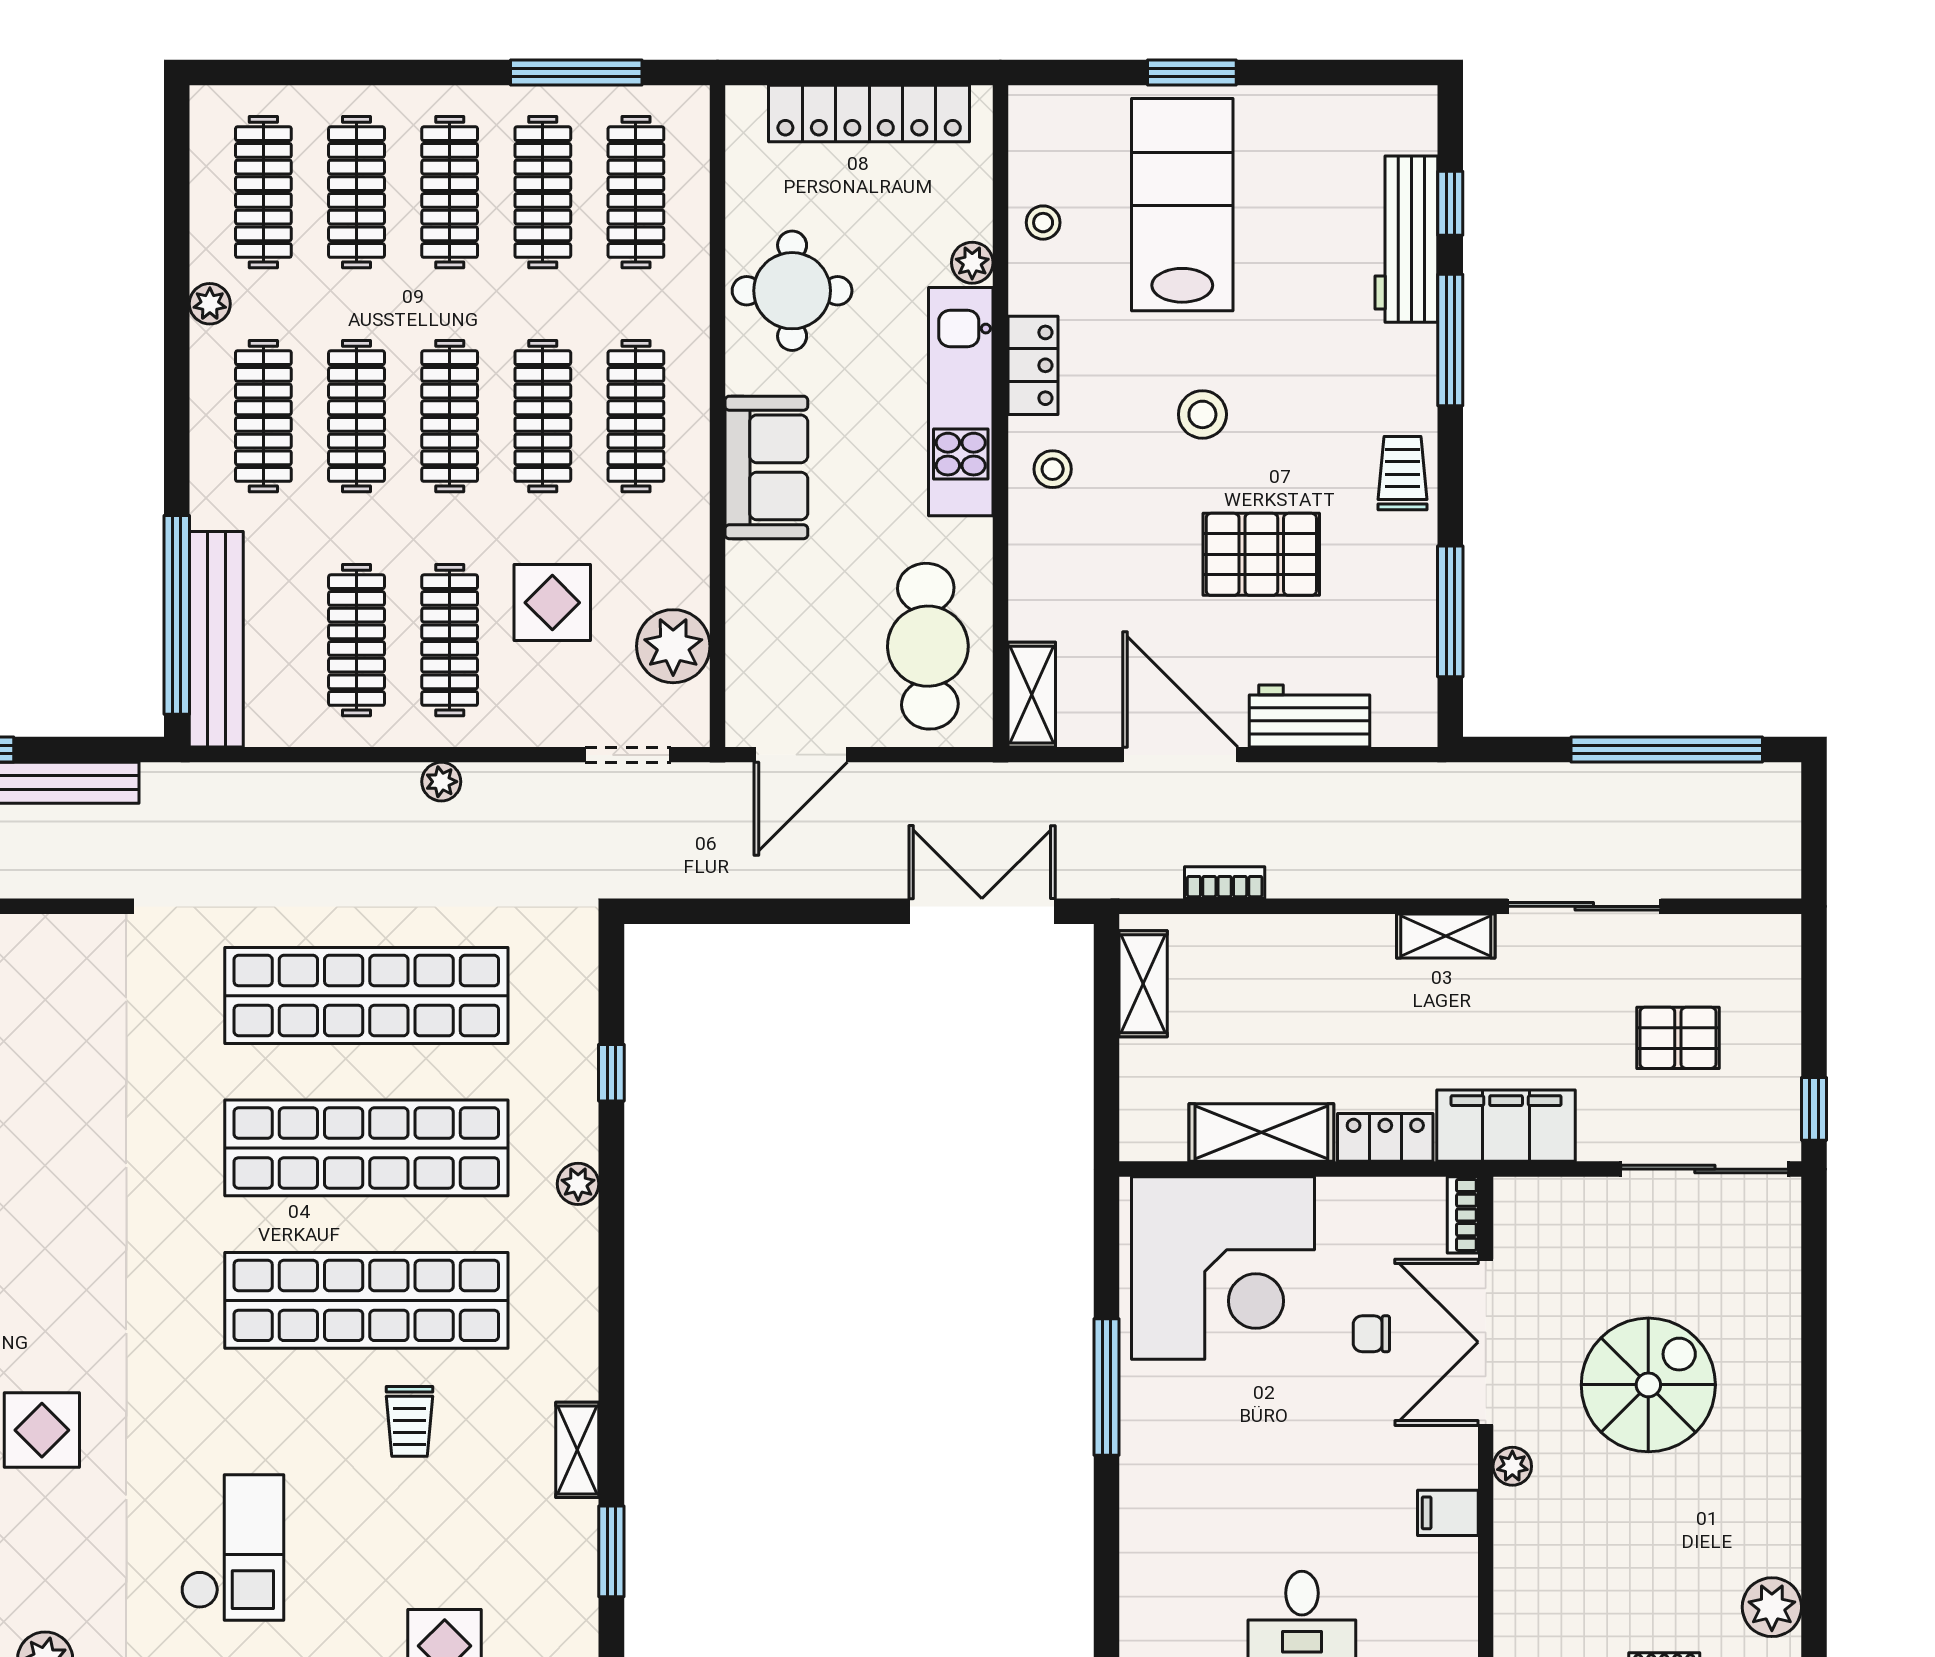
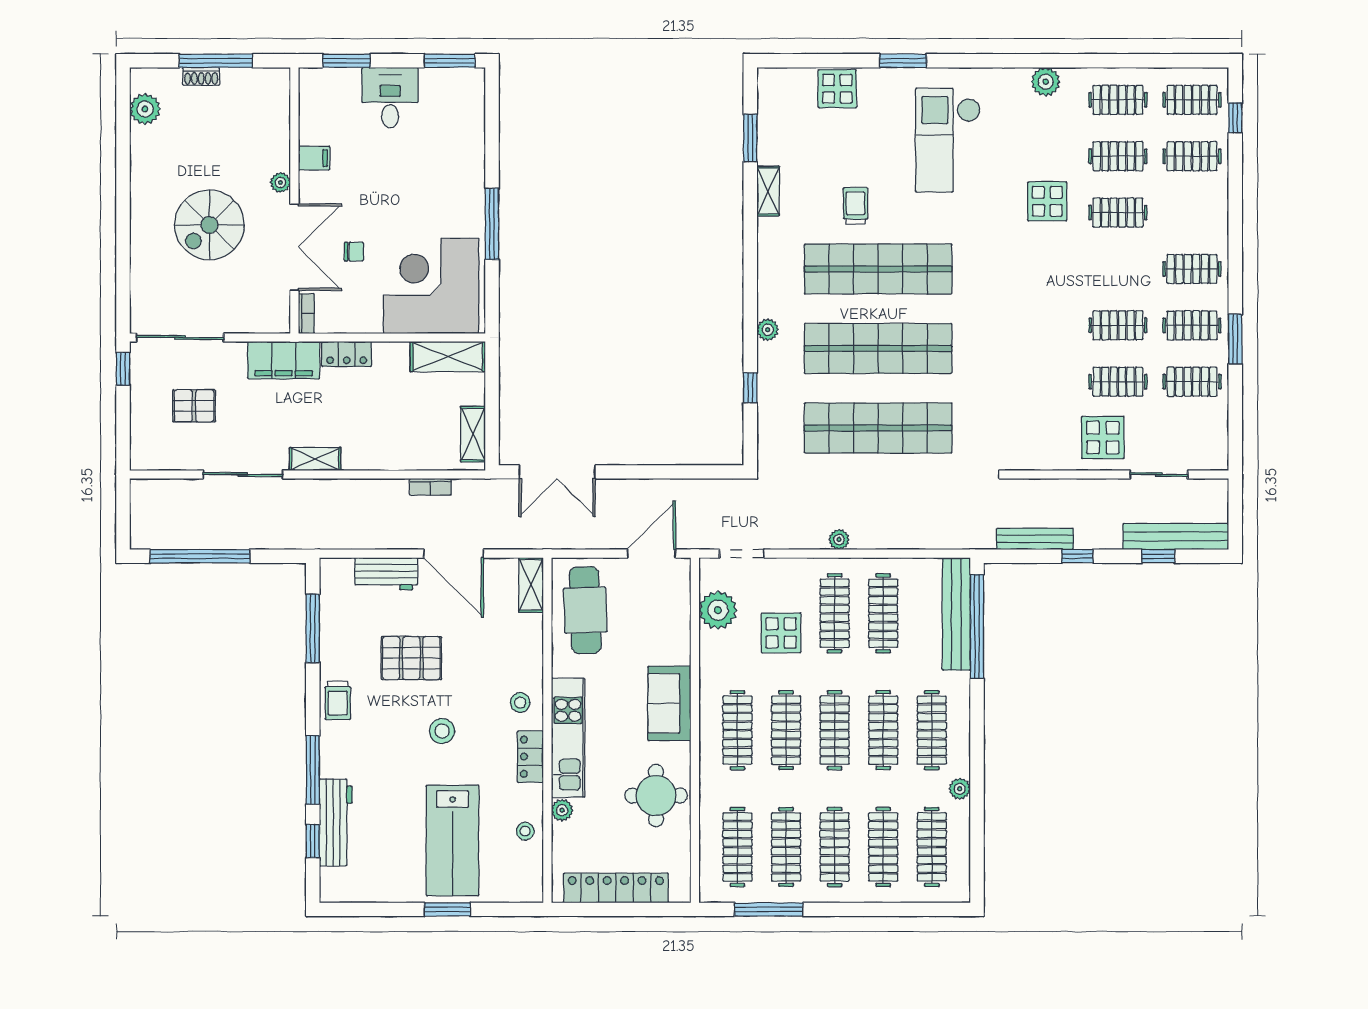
shelving: (1261, 1133) -> (448, 357), moved
checkout: (232, 1547) -> (948, 140), width x1.36, depth x1.21

